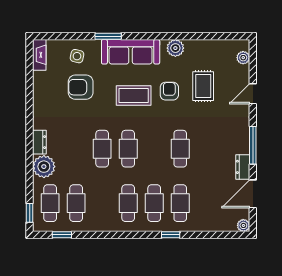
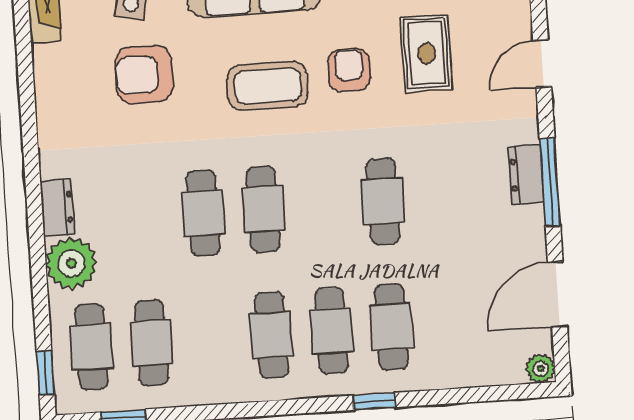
dresser: (243, 167) -> (526, 175), moved

